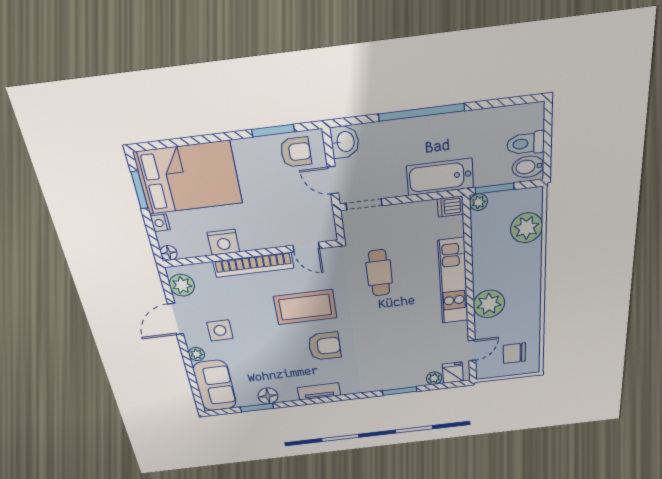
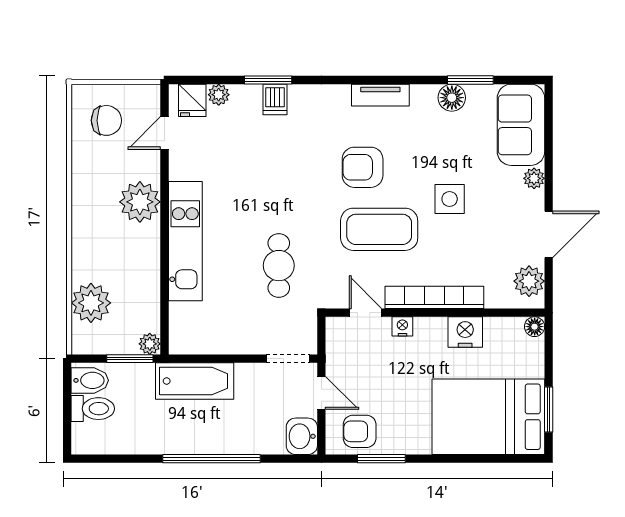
dishwasher: (451, 206) -> (275, 99), moved, turned 90
nightstand: (160, 223) -> (402, 326), moved, turned -90
side table: (220, 330) -> (450, 199), moved

